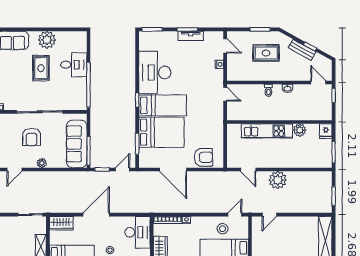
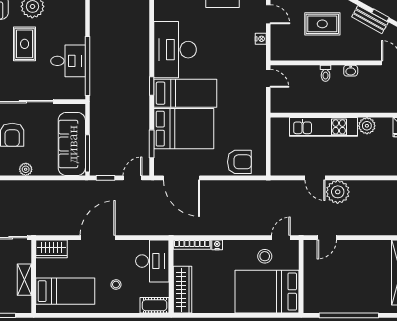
desk: (74, 65) -> (68, 61), moved
door: (173, 169) -> (182, 178), moved
door: (248, 169) -> (315, 178), moved

